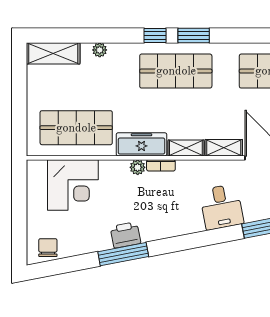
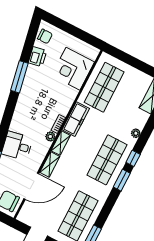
plant: (100, 50) -> (136, 133), moved
plant: (138, 167) -> (50, 136), moved
printer: (125, 235) -> (37, 57), moved

